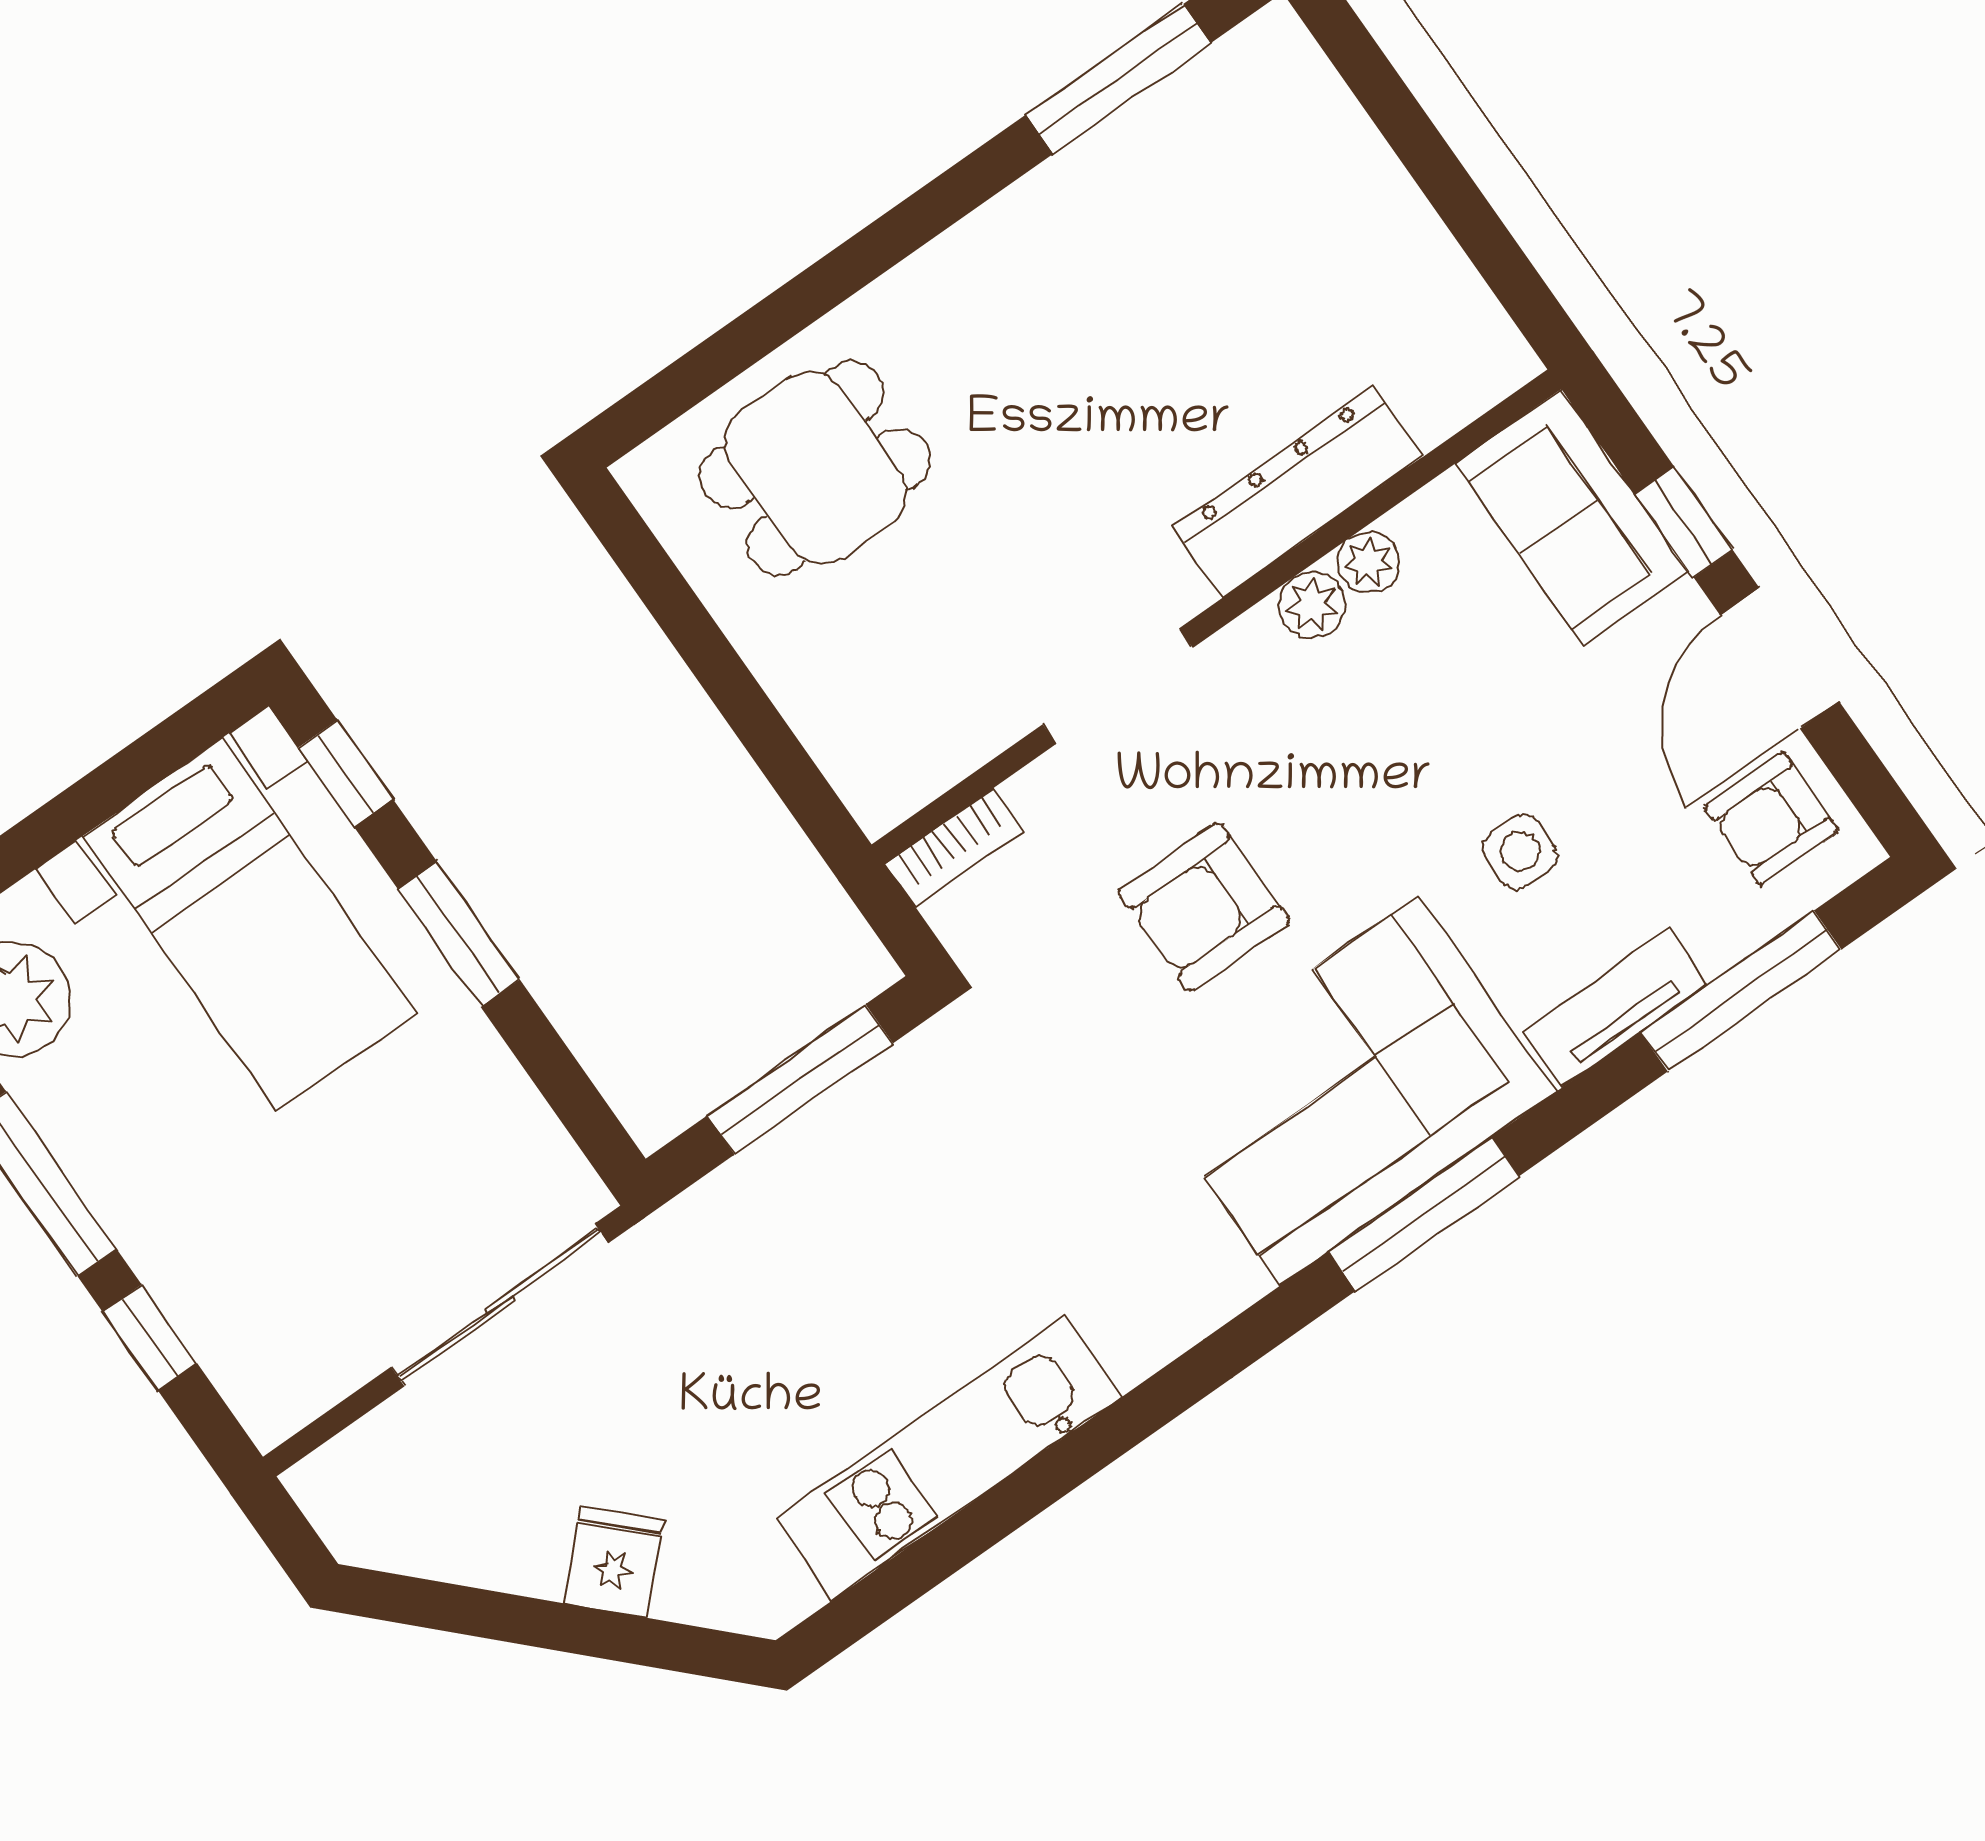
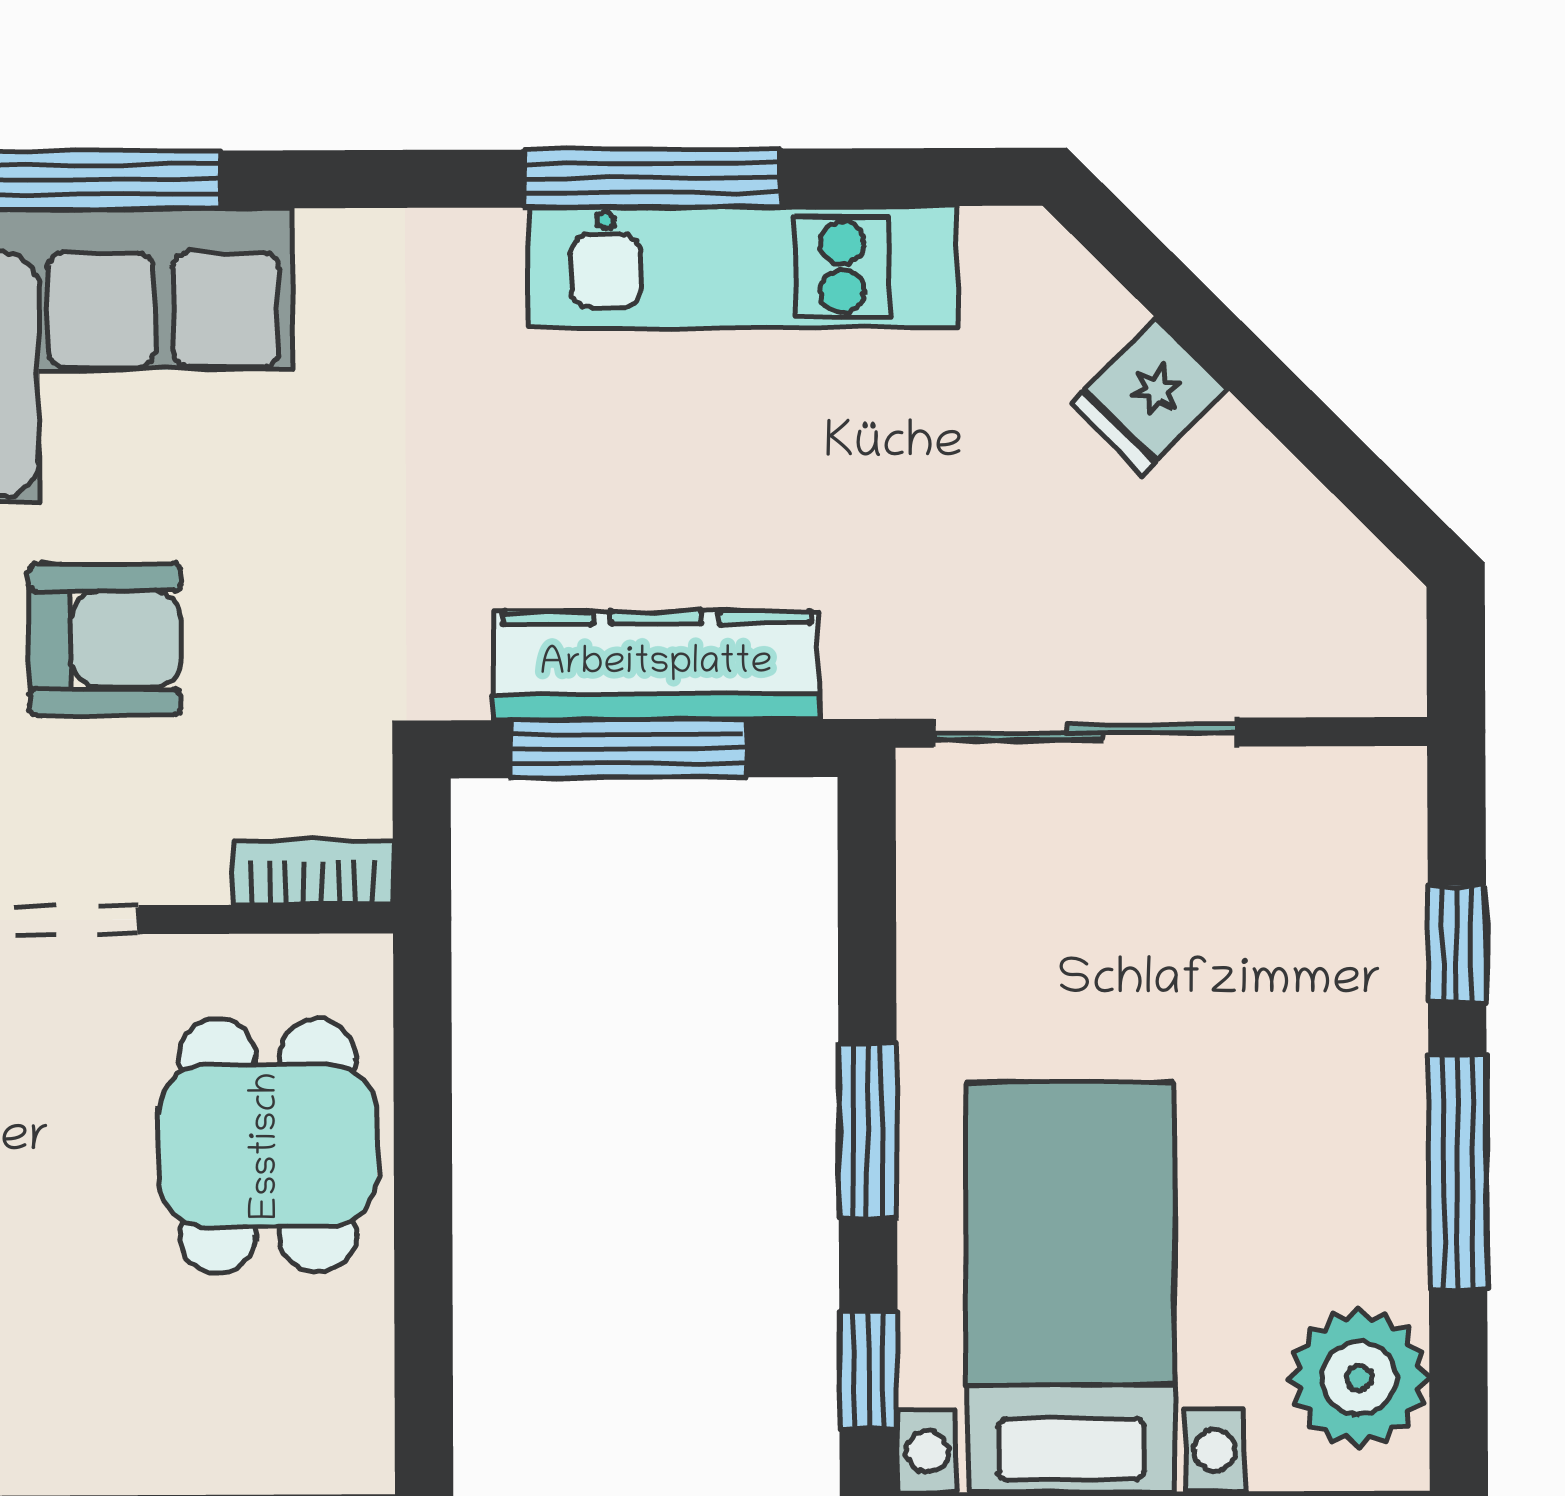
dining table: (815, 468) -> (268, 1146), moved, turned 90
kitchen counter: (820, 1149) -> (656, 665), added
window: (1052, 1475) -> (652, 178), added

